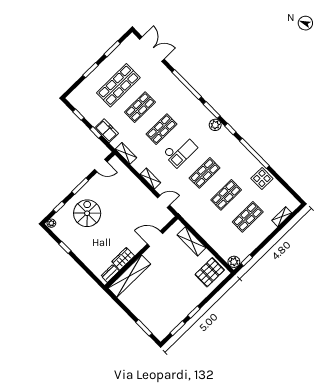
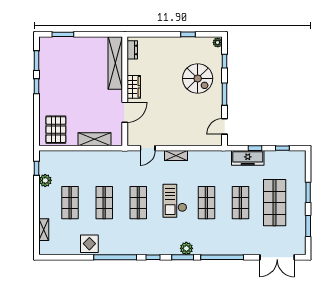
plant: (215, 125) -> (186, 248), moved
freezer: (107, 131) -> (248, 158), width x1.40
shelving: (126, 153) -> (215, 156), removed
wardrobe: (123, 259) -> (134, 87), moved
plant: (234, 262) -> (45, 180), moved

